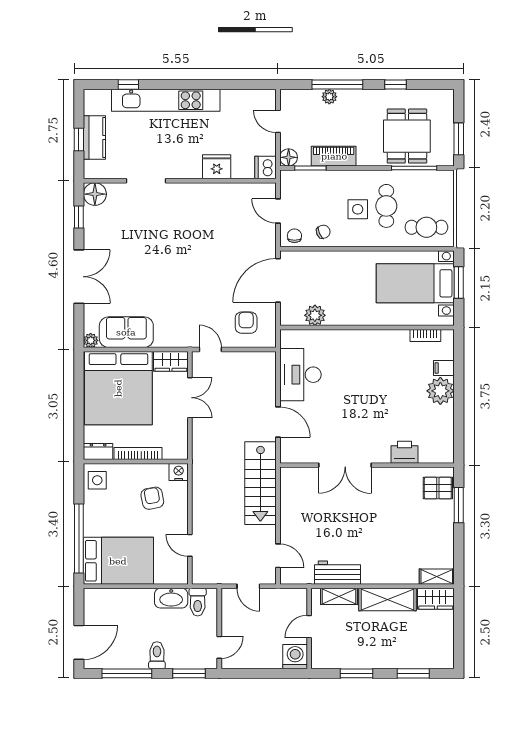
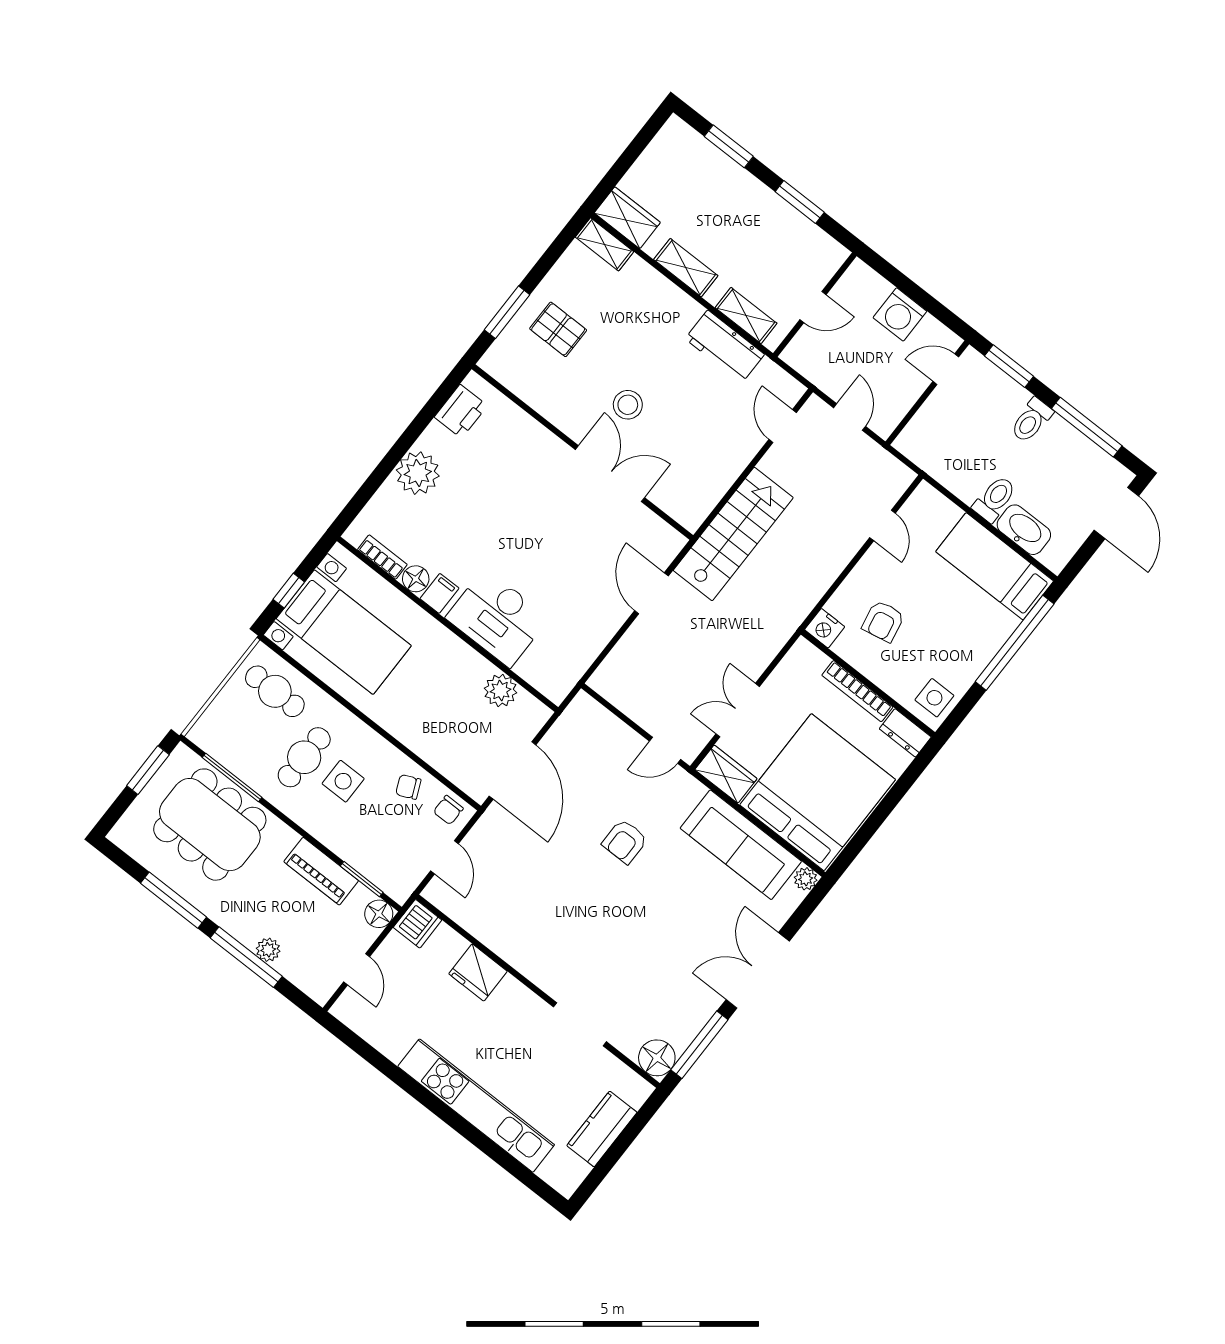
window: (128, 84) -> (508, 1162), removed
window: (396, 84) -> (174, 900), width x2.17
dining table: (407, 136) -> (210, 825), width x1.38
window: (79, 140) -> (623, 1142), removed
window: (79, 217) -> (699, 1045), width x2.17
door: (278, 280) -> (513, 770), hinge flipped
window: (459, 283) -> (289, 591), width x0.67
armchair: (246, 323) -> (625, 841), moved
sofa: (126, 332) -> (741, 845), width x1.36
floor lamp: (400, 338) -> (416, 579), added
door: (210, 350) -> (665, 750), hinge flipped
filing cabinet: (444, 368) -> (439, 593), moved, turned -90
desk: (300, 375) -> (497, 618), moved, turned 90
printer: (404, 452) -> (461, 411), moved, turned -90
pallet: (438, 488) -> (558, 329), moved
stool: (363, 506) -> (628, 405), added
bed: (118, 561) -> (995, 566), width x0.67
washbasin: (171, 598) -> (1024, 530), moved
shelving: (387, 600) -> (686, 268), width x0.67, depth x0.75
toilet: (198, 602) -> (995, 499), moved
door: (79, 642) -> (1116, 513), swing flipped
washing machine: (295, 657) -> (900, 314), moved

